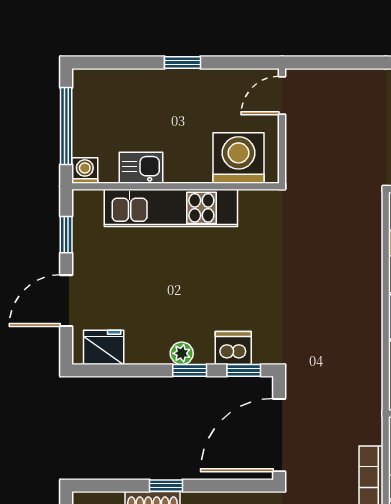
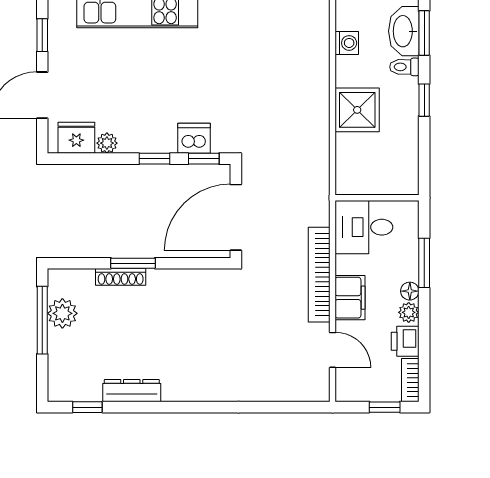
plant: (182, 353) -> (107, 143), moved
window: (166, 486) -> (133, 263), width x1.50

